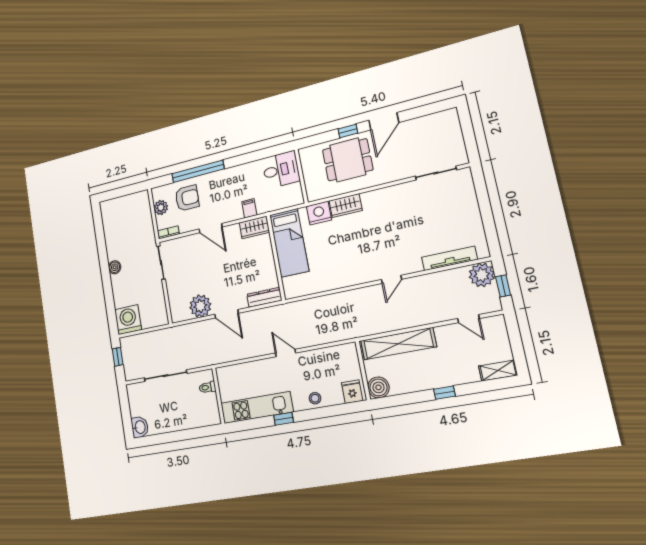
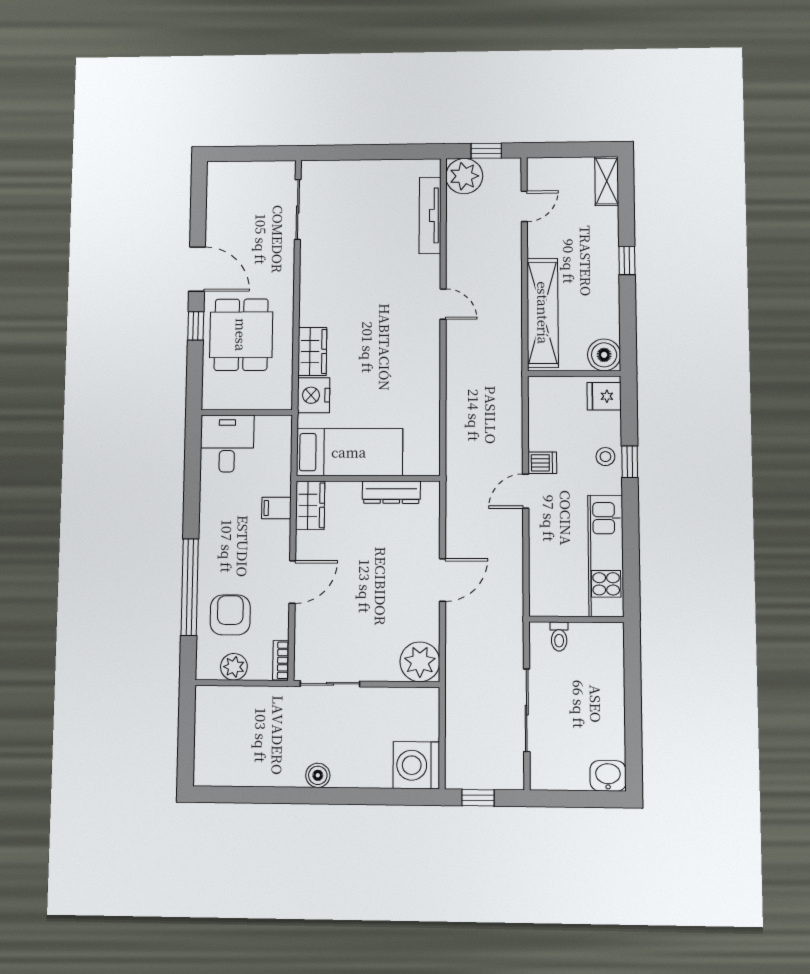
dresser: (264, 297) -> (391, 492), moved, turned -90
plant: (200, 306) -> (420, 662), moved
dishwasher: (304, 360) -> (542, 463), added
window: (284, 419) -> (630, 462), moved

